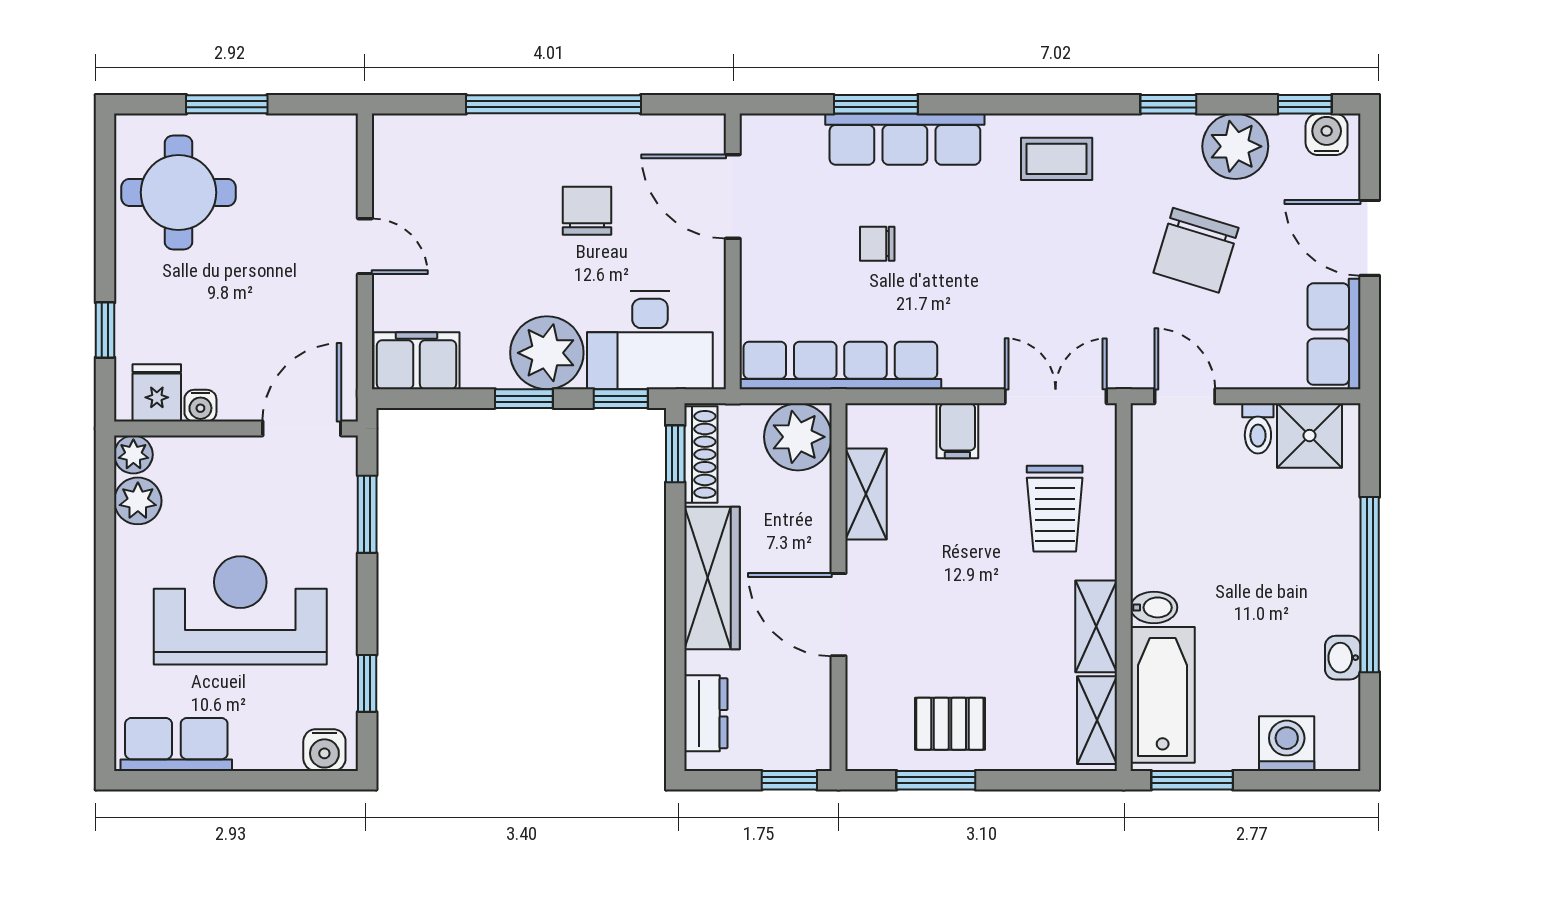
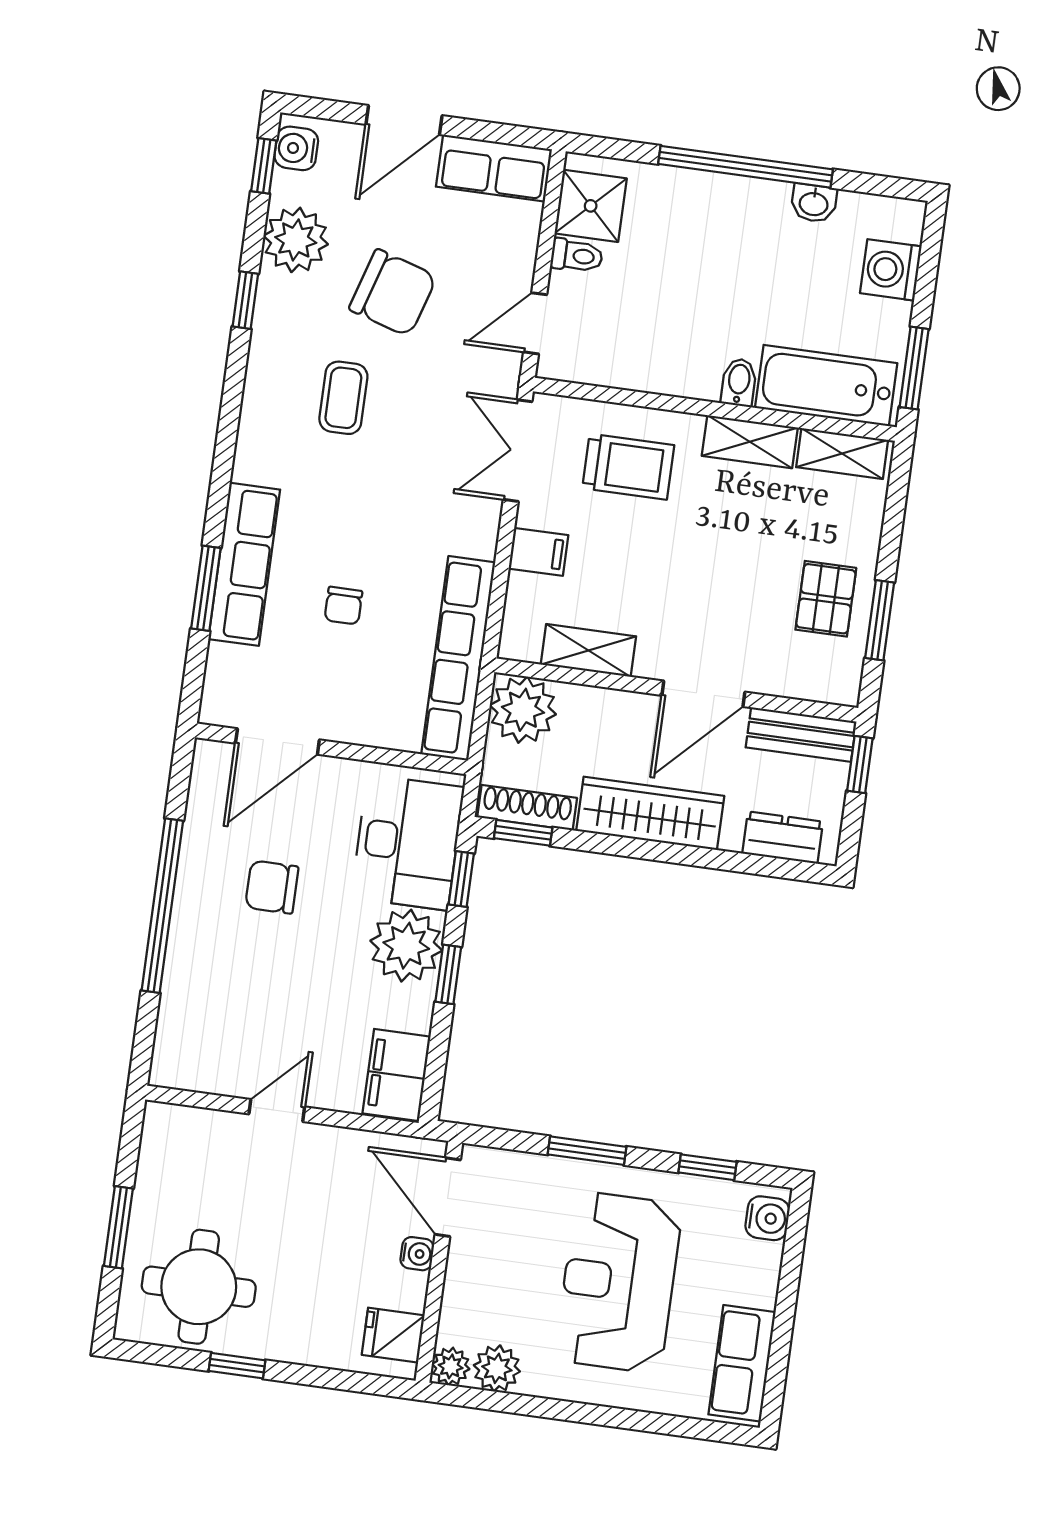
coffee table: (1057, 159) -> (343, 398), moved
window: (105, 330) -> (237, 1366), moved
water cooler: (200, 406) -> (417, 1254), moved
window: (367, 514) -> (587, 1151), moved
bench: (811, 718) -> (801, 735), added

